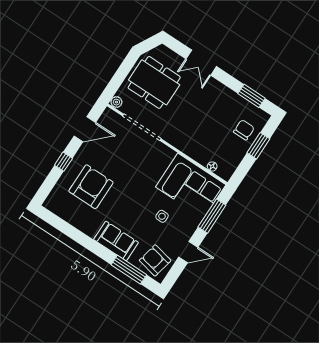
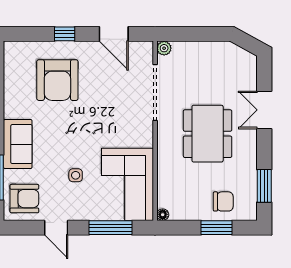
dining table: (154, 82) -> (208, 134), moved
floor lamp: (212, 166) -> (163, 215), moved
armchair: (91, 187) -> (57, 80), turned 90
armchair: (155, 260) -> (24, 199), turned 78

